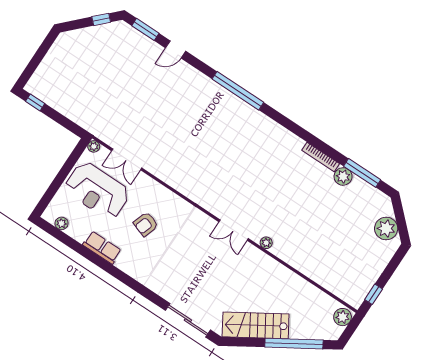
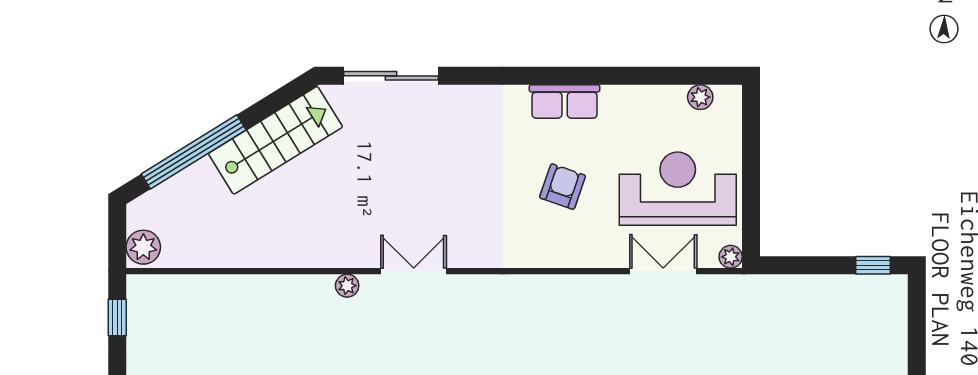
row of seats: (102, 248) -> (565, 101), moved

